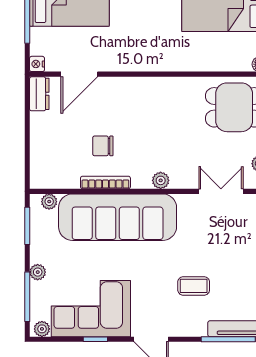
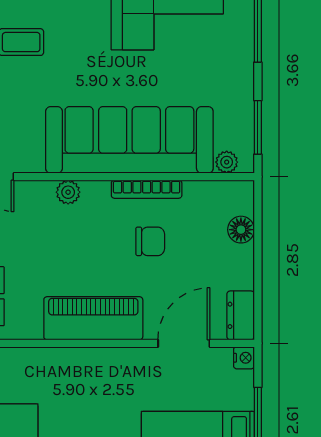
piano: (143, 92) -> (93, 318), added
floor lamp: (39, 154) -> (241, 230), added
plant: (38, 272) -> (243, 62), removed

